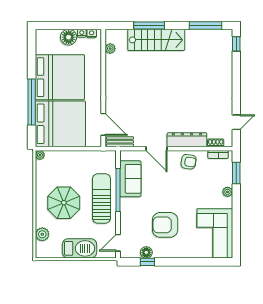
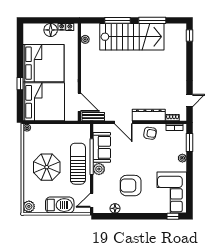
window: (206, 25) -> (152, 20), moved
stairs: (156, 40) -> (132, 37), width x1.36, depth x1.51
window: (32, 102) -> (20, 84), width x0.32
plant: (127, 205) -> (99, 169), added
plant: (42, 234) -> (29, 206), moved
window: (147, 262) -> (173, 216), moved

